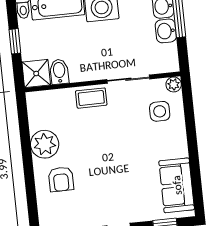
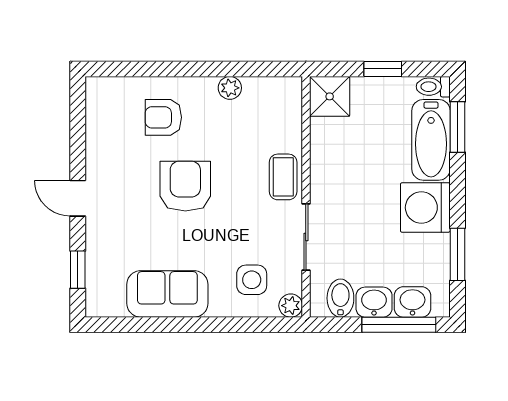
bidet: (59, 72) -> (340, 298), moved, turned -90
plant: (45, 144) -> (230, 88), width x0.53, depth x0.53
armchair: (104, 160) -> (185, 186), added
sofa: (177, 185) -> (167, 294), moved

